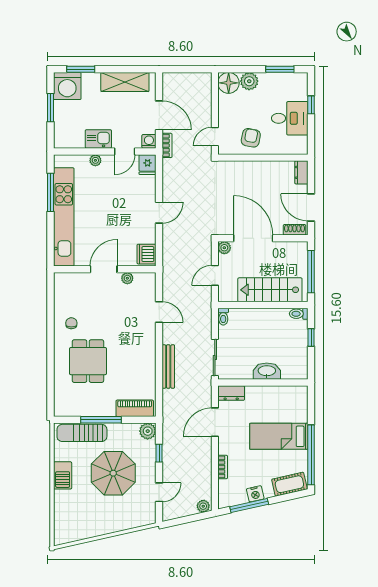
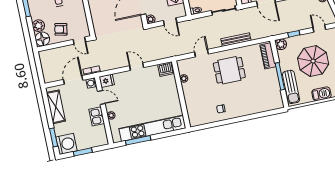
armchair: (251, 138) -> (61, 29), moved
door: (104, 269) -> (181, 95), removed
dining table: (88, 361) -> (229, 70), moved

